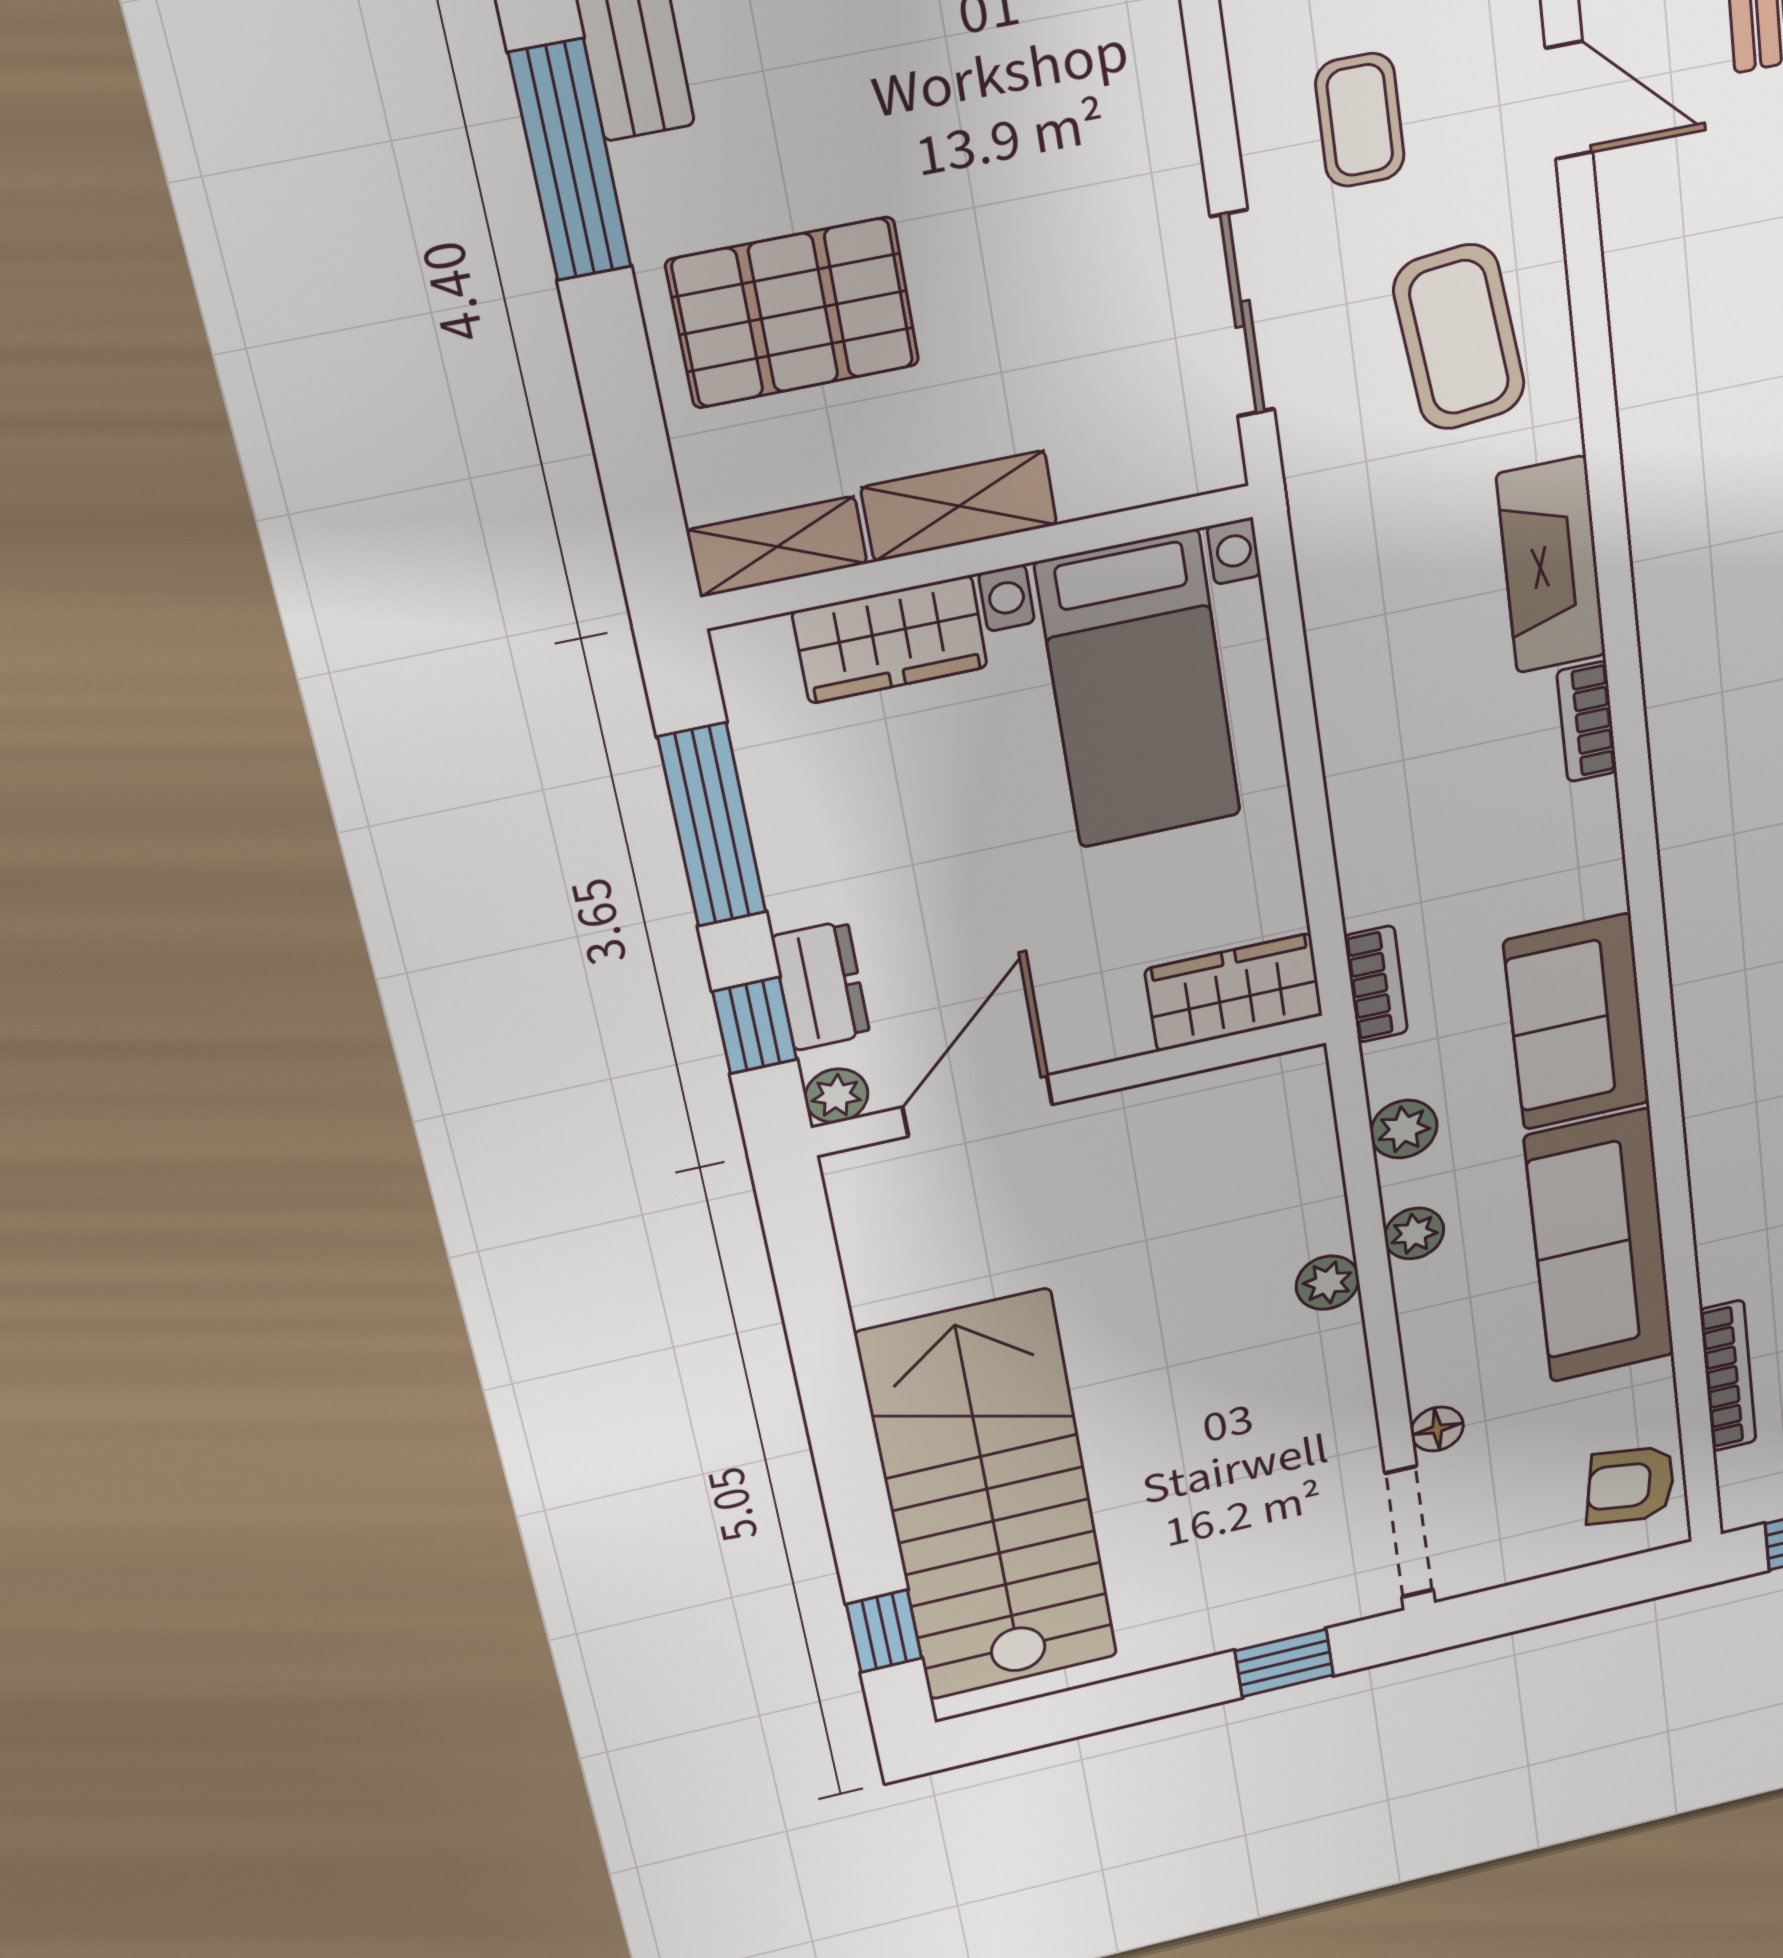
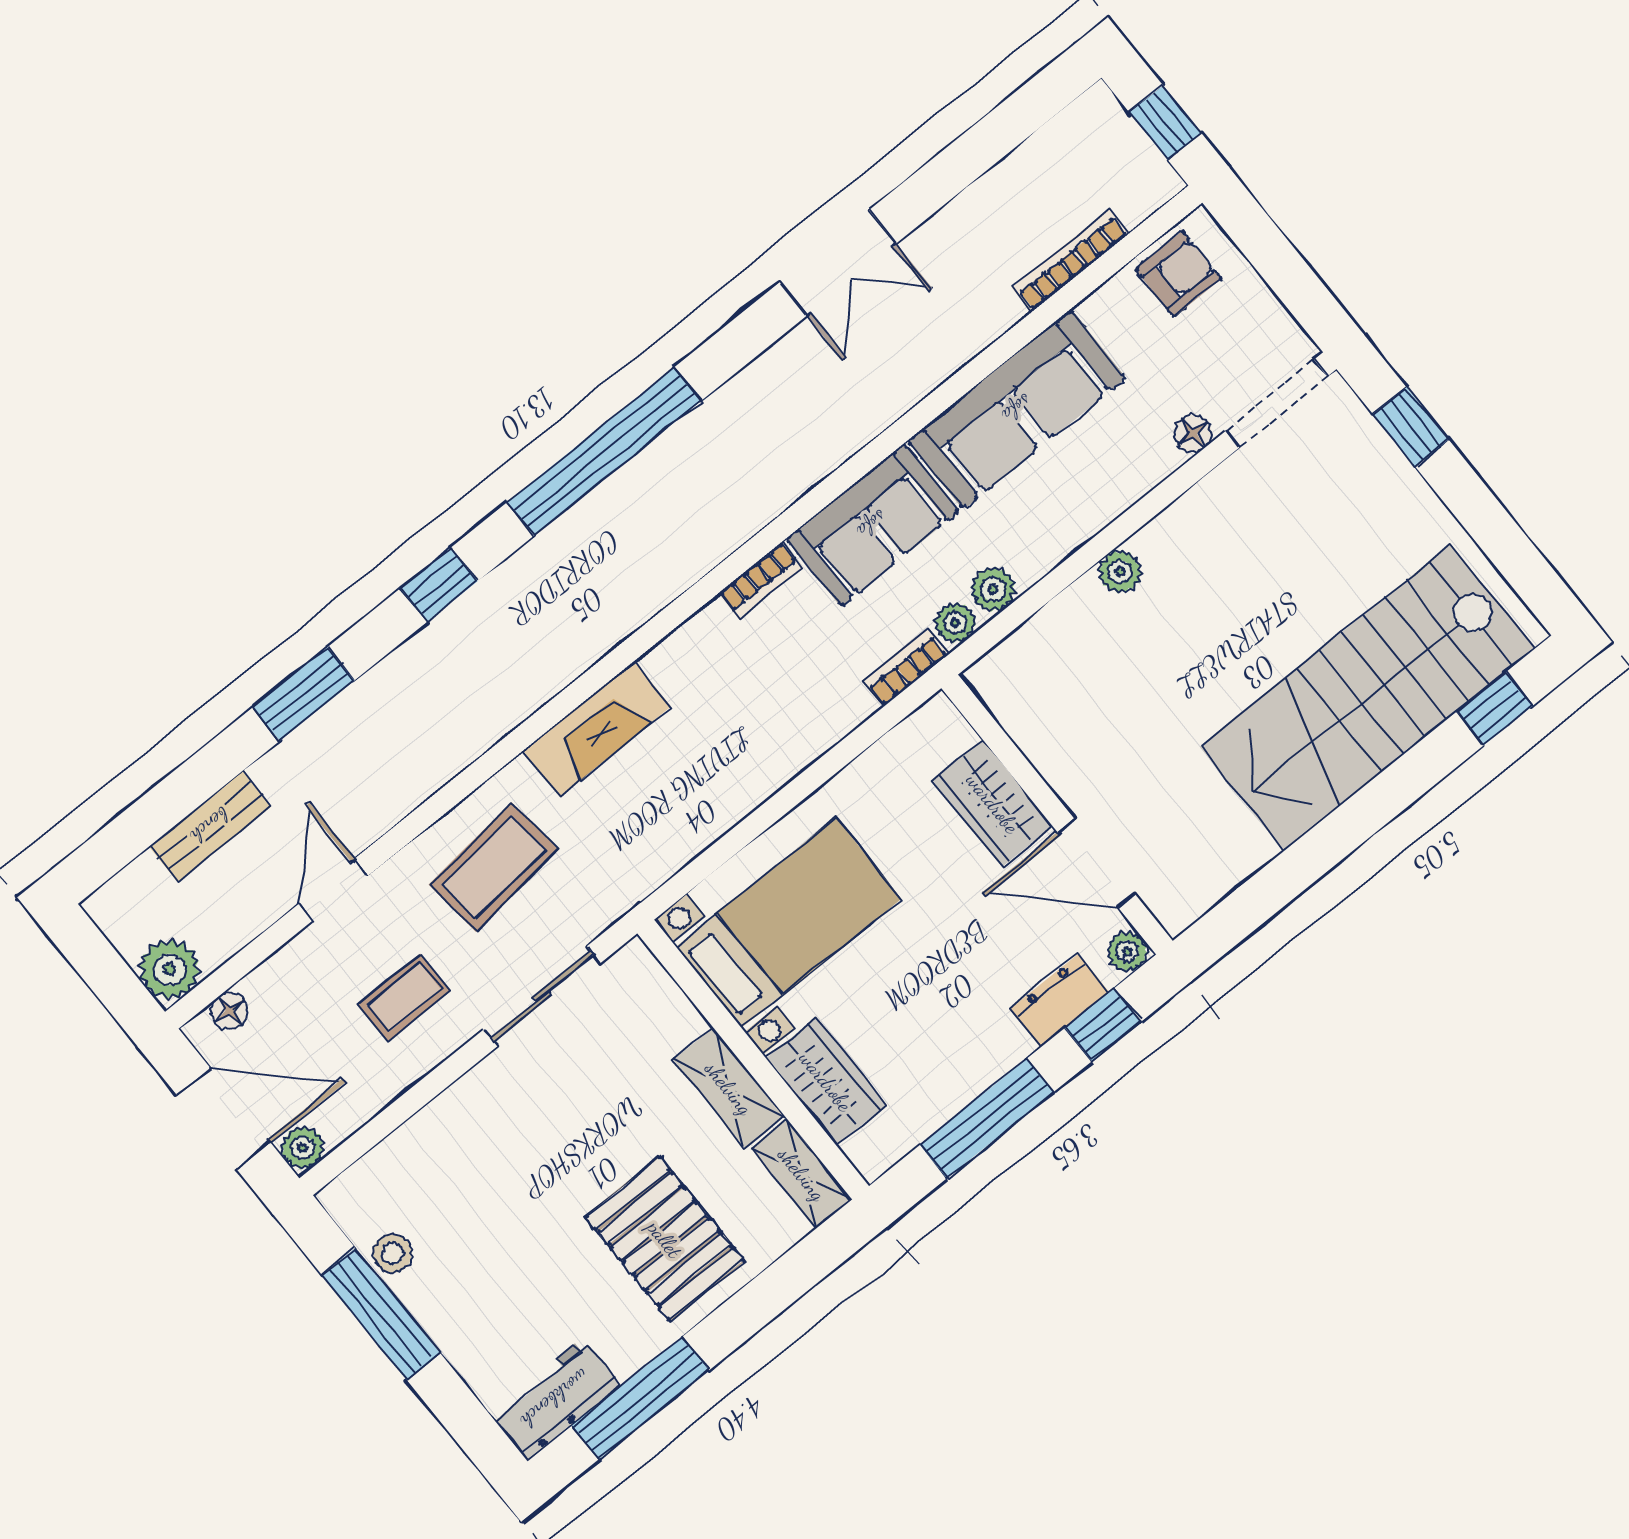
bookcase: (1587, 722) -> (761, 580), moved
wardrobe: (1234, 992) -> (993, 803), moved
plant: (1414, 1233) -> (955, 623), moved
armchair: (1631, 1485) -> (1178, 274), turned -99

